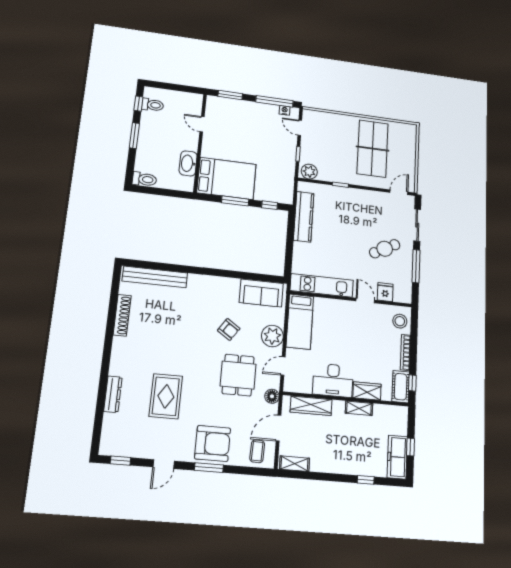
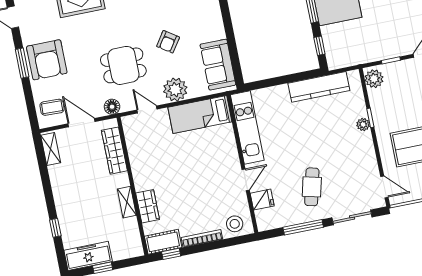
plant: (344, 192) -> (363, 125), added
cafe table: (385, 249) -> (312, 187), turned 42
desk: (333, 380) -> (148, 167), removed

